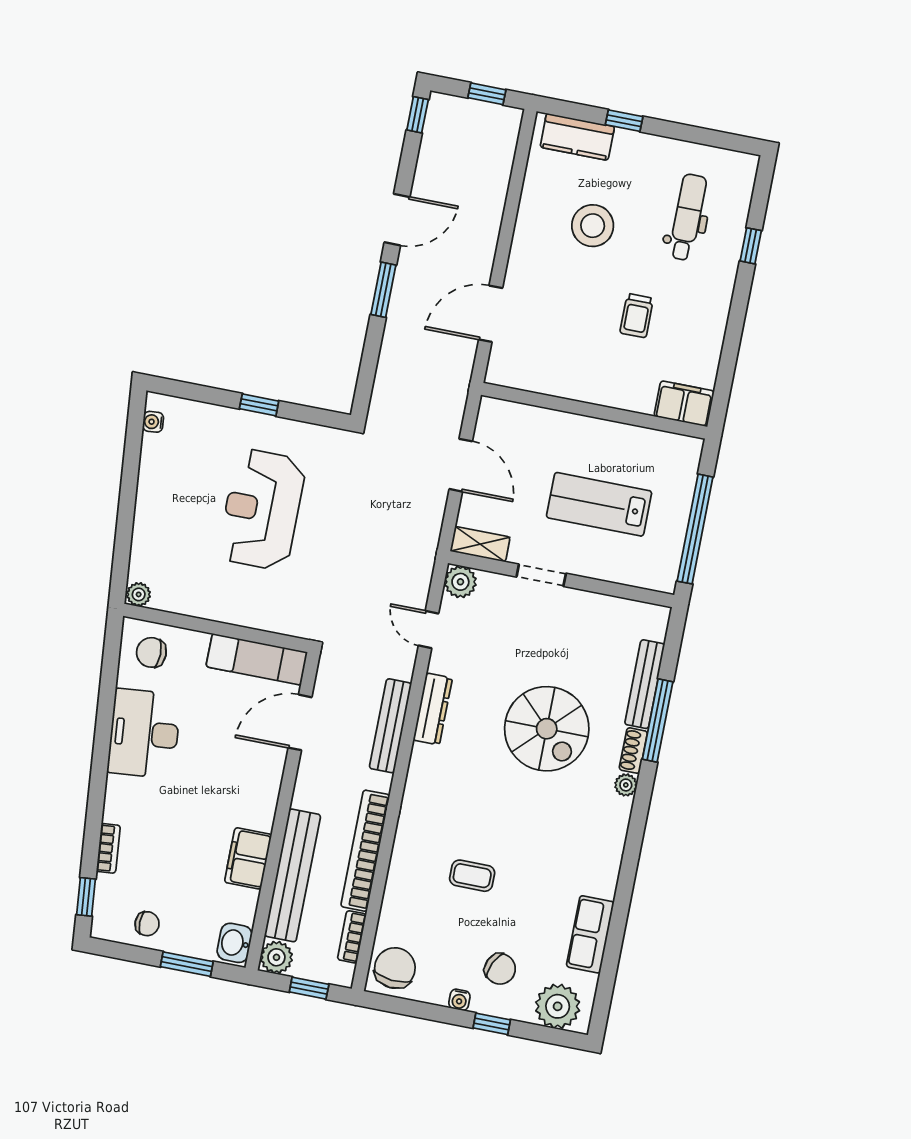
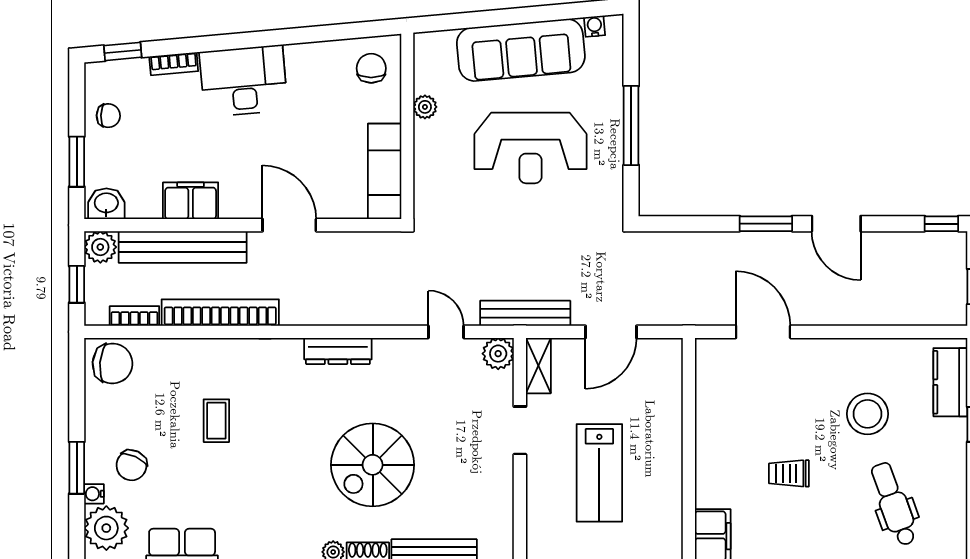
dental chair: (688, 217) -> (894, 504), turned -110
window: (259, 405) -> (631, 125), width x2.17
sofa: (162, 500) -> (521, 50), added
lab bench: (599, 504) -> (599, 473), turned 180
reception desk: (262, 509) -> (530, 148), turned 180
plant: (139, 594) -> (425, 107), moved
door: (429, 630) -> (446, 332), hinge flipped
dresser: (433, 709) -> (338, 351), moved
door: (300, 722) -> (289, 225), moved
bench: (390, 726) -> (525, 313), moved
desk: (144, 734) -> (244, 81), moved
chair: (147, 924) -> (108, 116), turned -88
water cooler: (459, 1000) -> (94, 494), moved
window: (492, 1024) -> (77, 468), width x1.50

